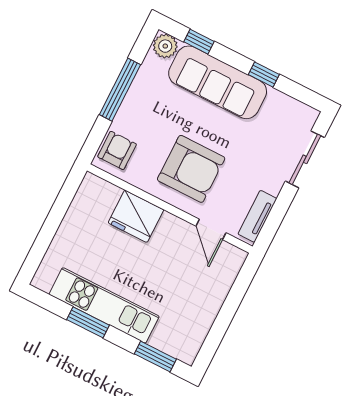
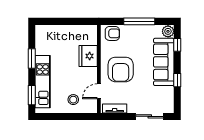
stool: (202, 284) -> (73, 100), added
kitchen unit: (104, 305) -> (43, 82), moved

